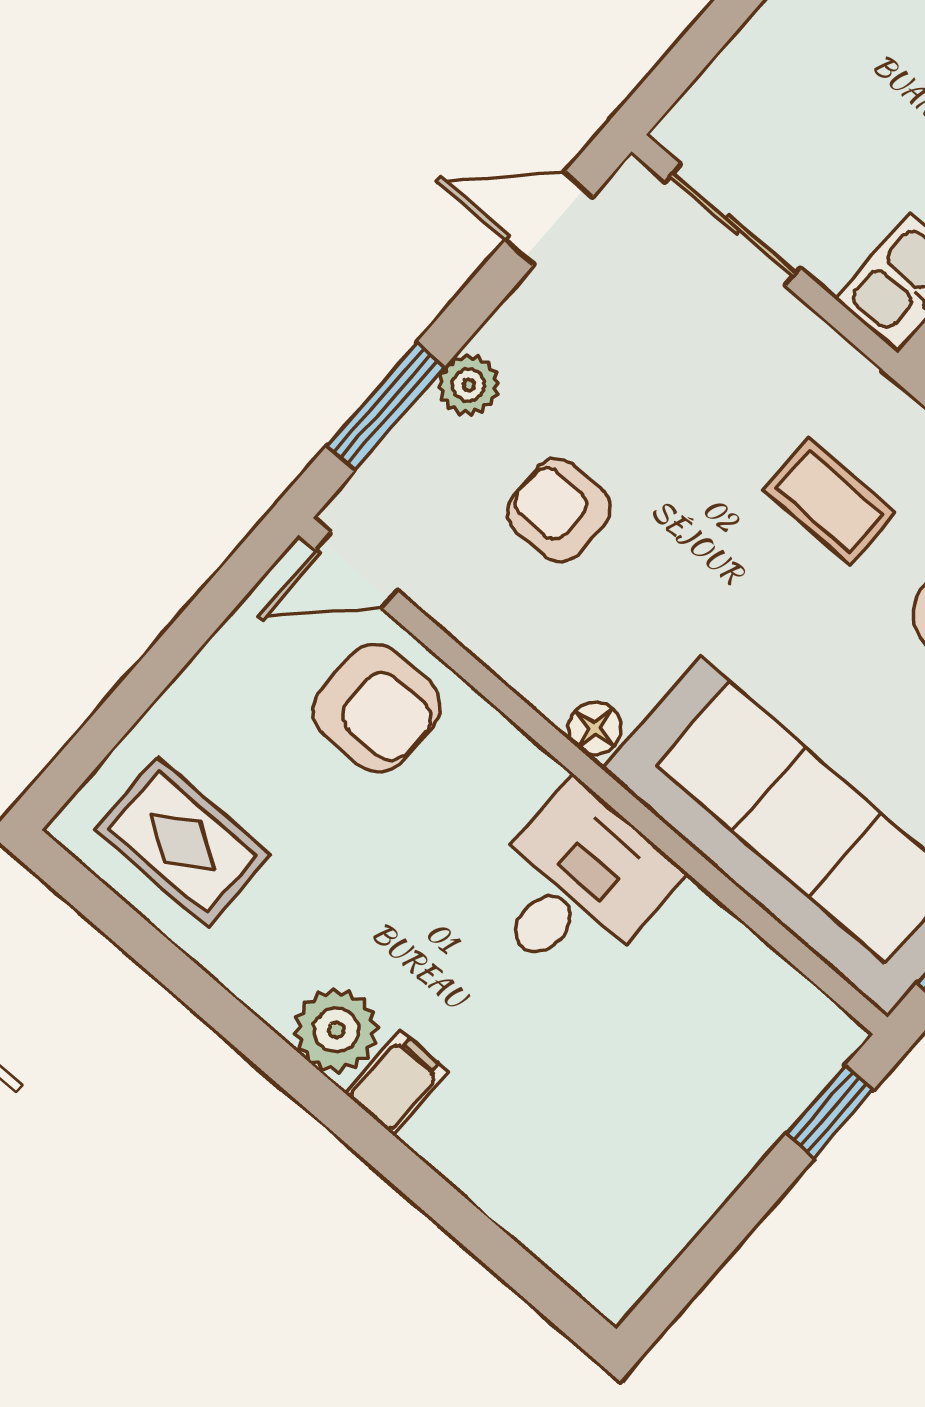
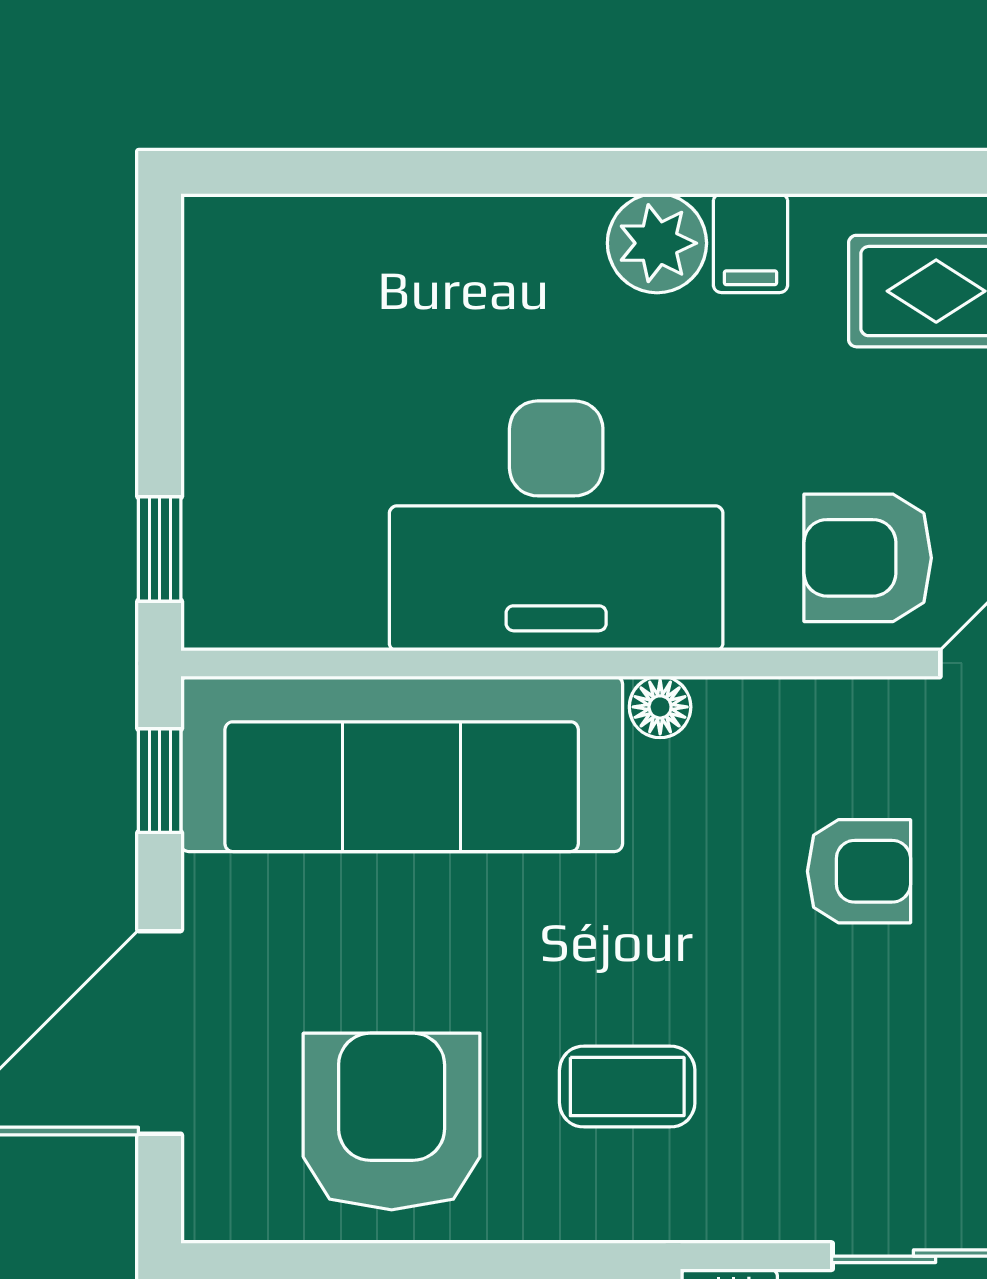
desk: (577, 885) -> (556, 526), width x1.87, depth x1.30
filing cabinet: (397, 1083) -> (750, 243), moved

